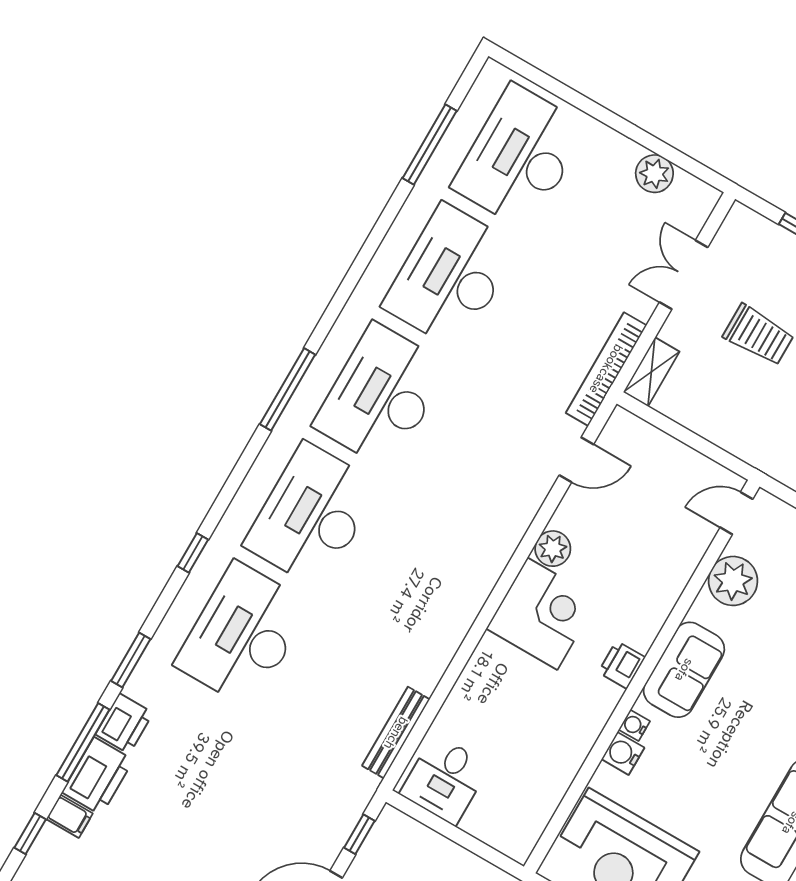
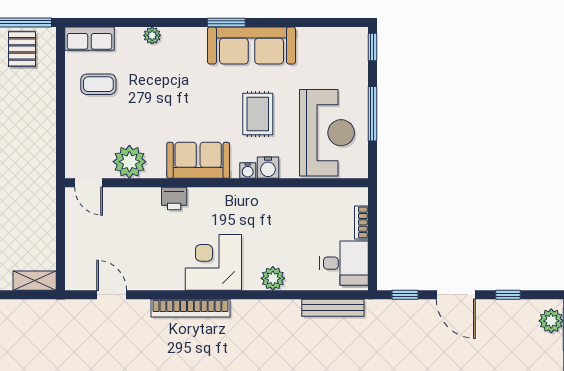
bookcase: (606, 369) -> (190, 308), moved
plant: (553, 549) -> (273, 278), moved
printer: (622, 665) -> (174, 198), moved
rug: (699, 780) -> (258, 114), added
bookcase: (484, 832) -> (361, 222), added

